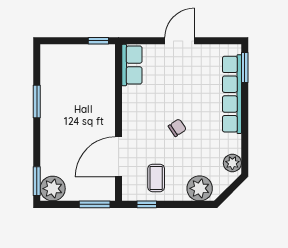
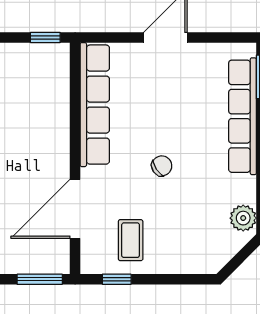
row of seats: (132, 65) -> (95, 105), width x2.02
plant: (200, 188) -> (195, 256), removed

